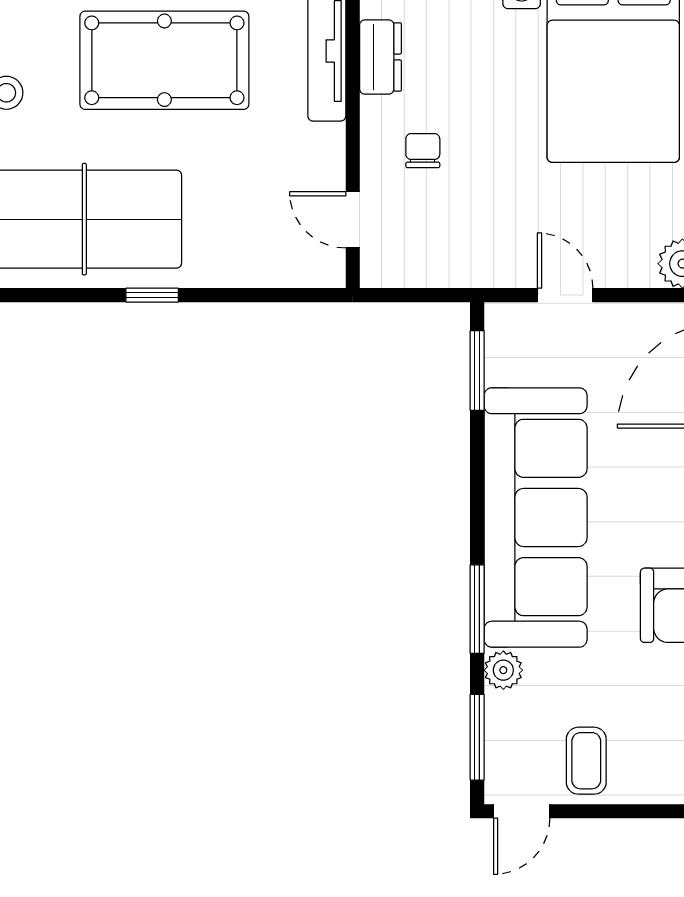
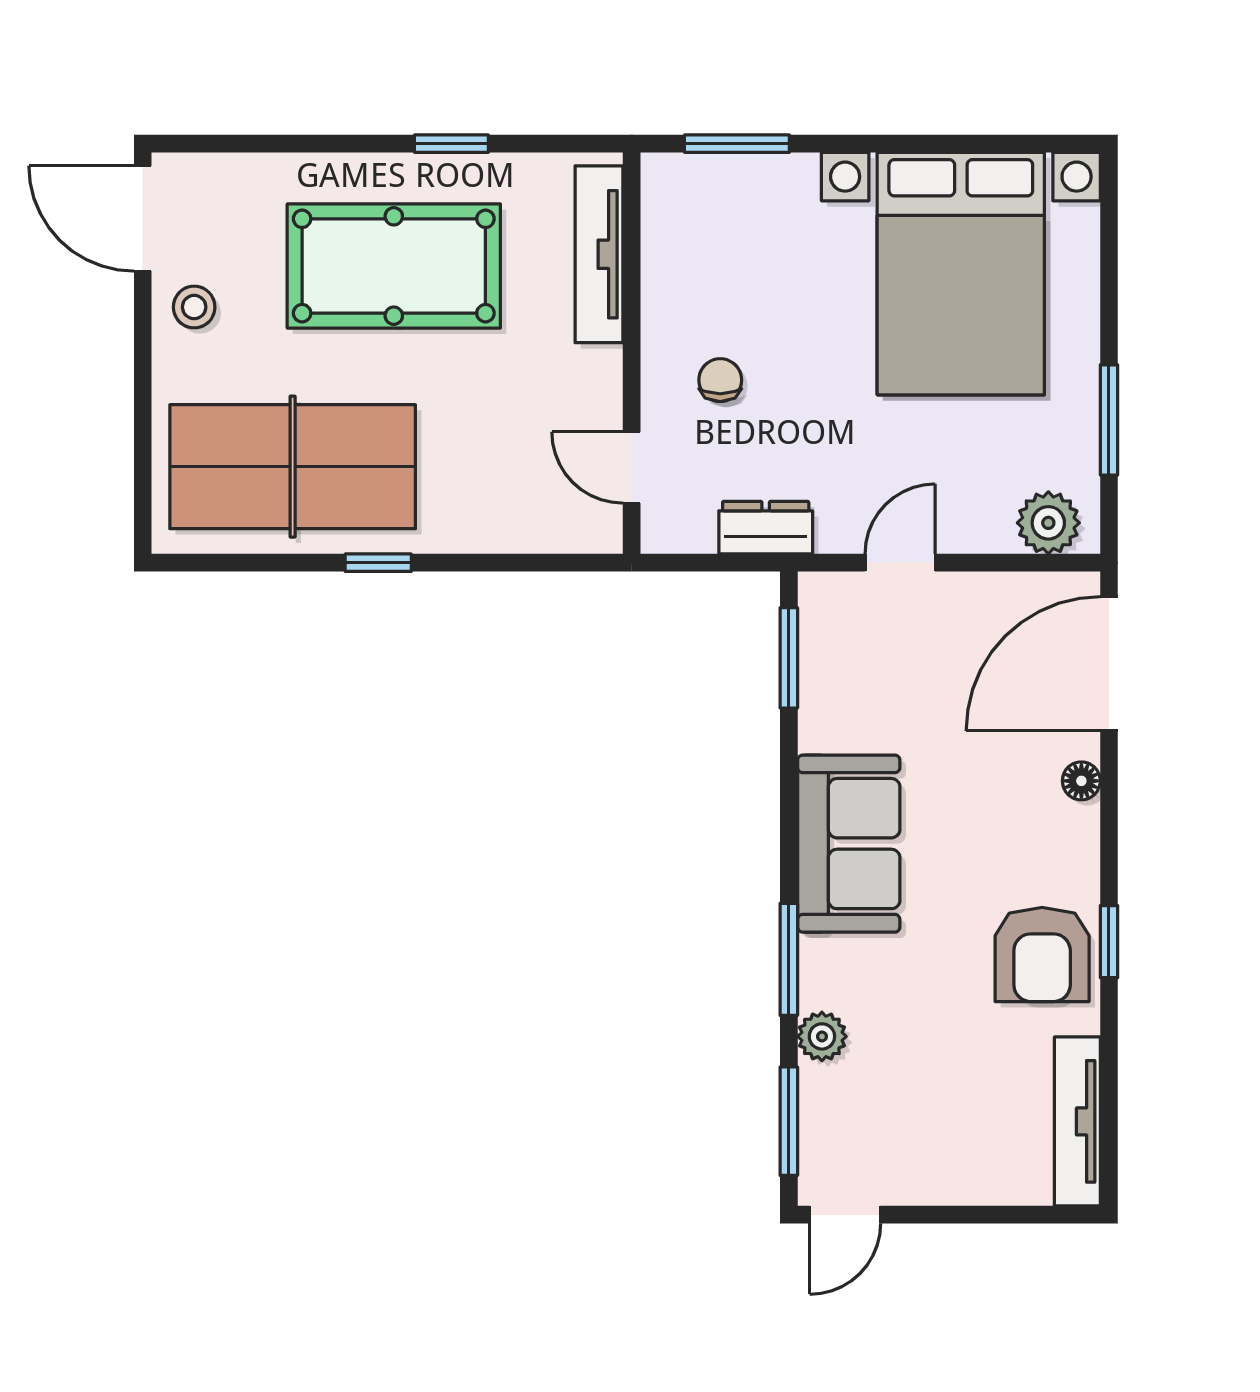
dresser: (380, 57) -> (766, 528), moved, turned -90
door: (565, 295) -> (900, 563), hinge flipped
sofa: (536, 517) -> (849, 844), width x0.54, depth x0.79
coffee table: (586, 761) -> (927, 1151), removed

